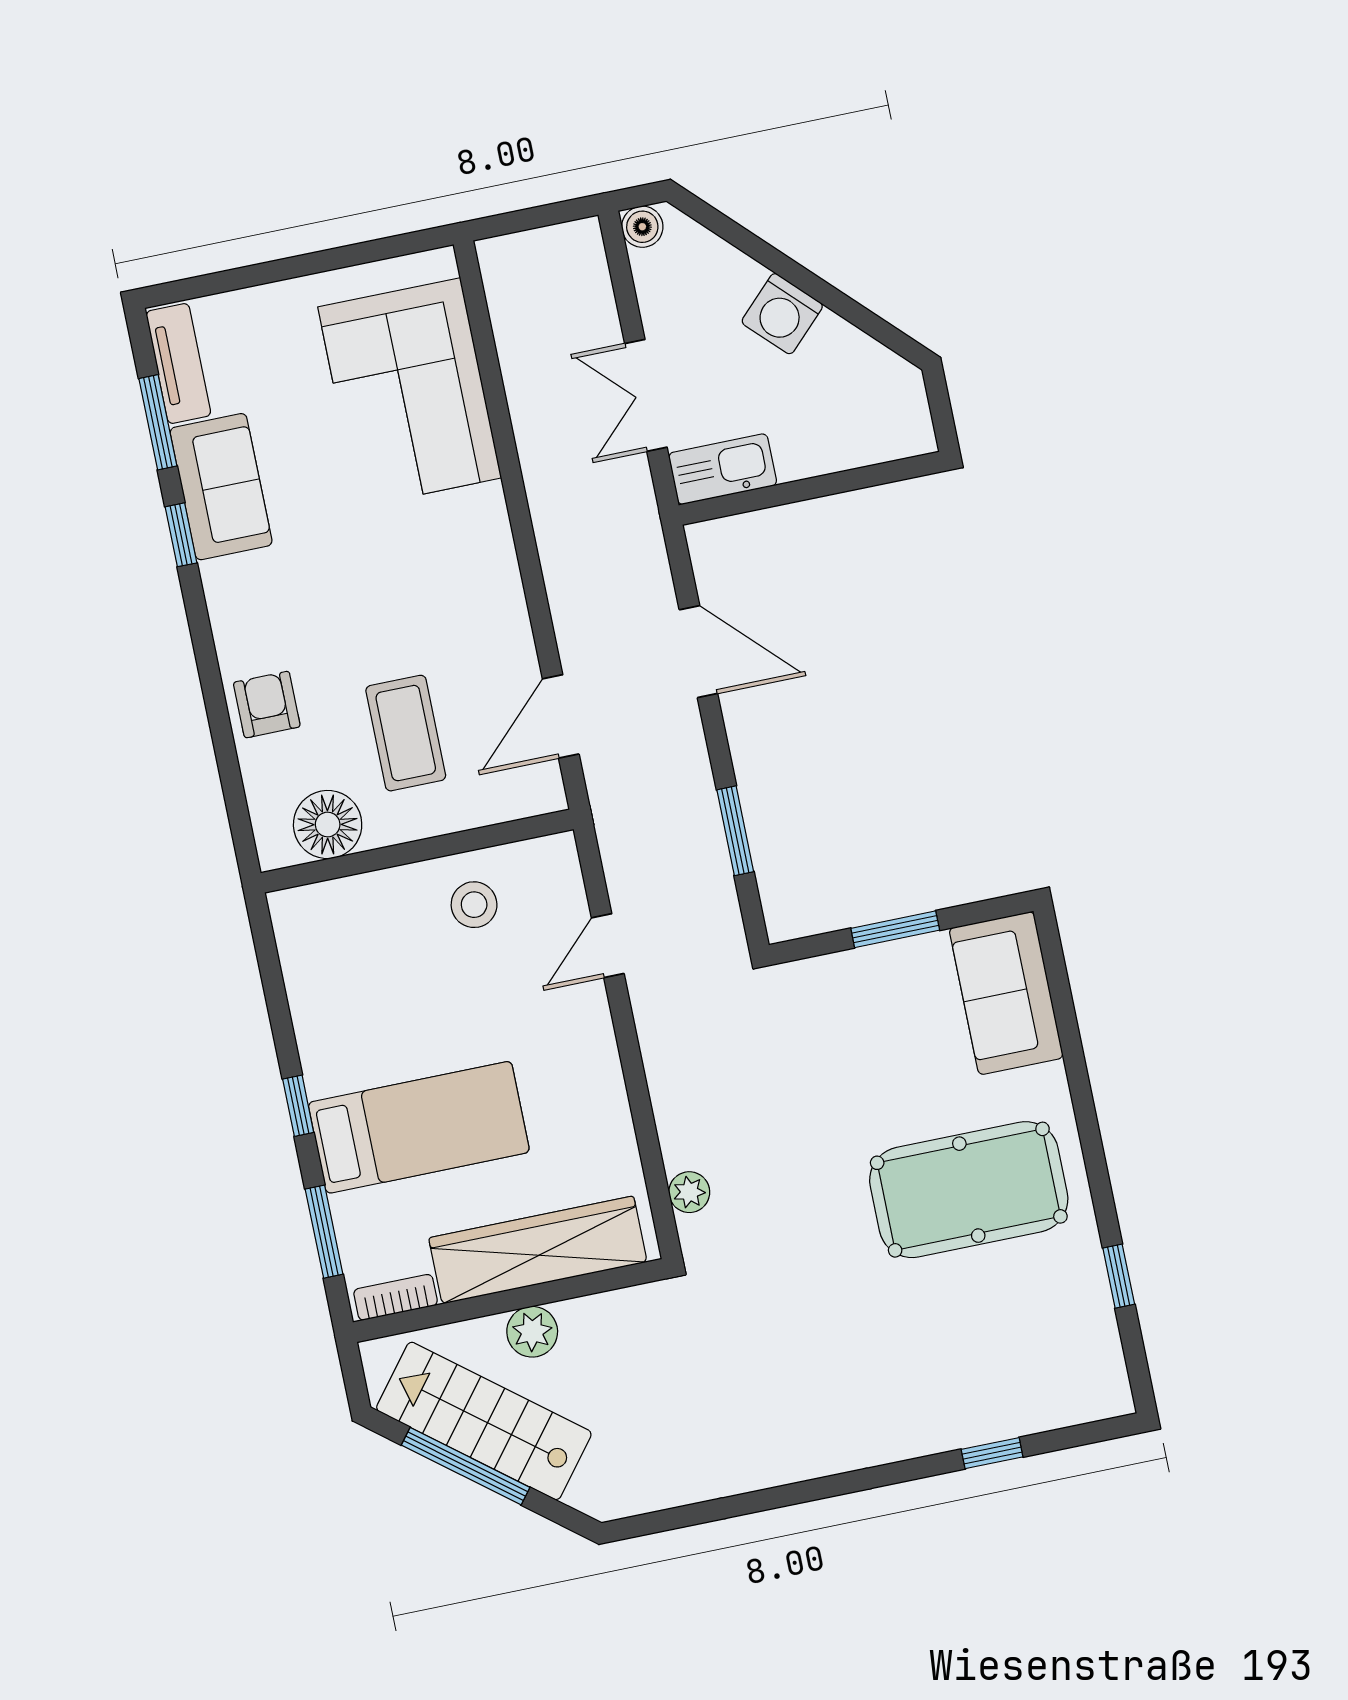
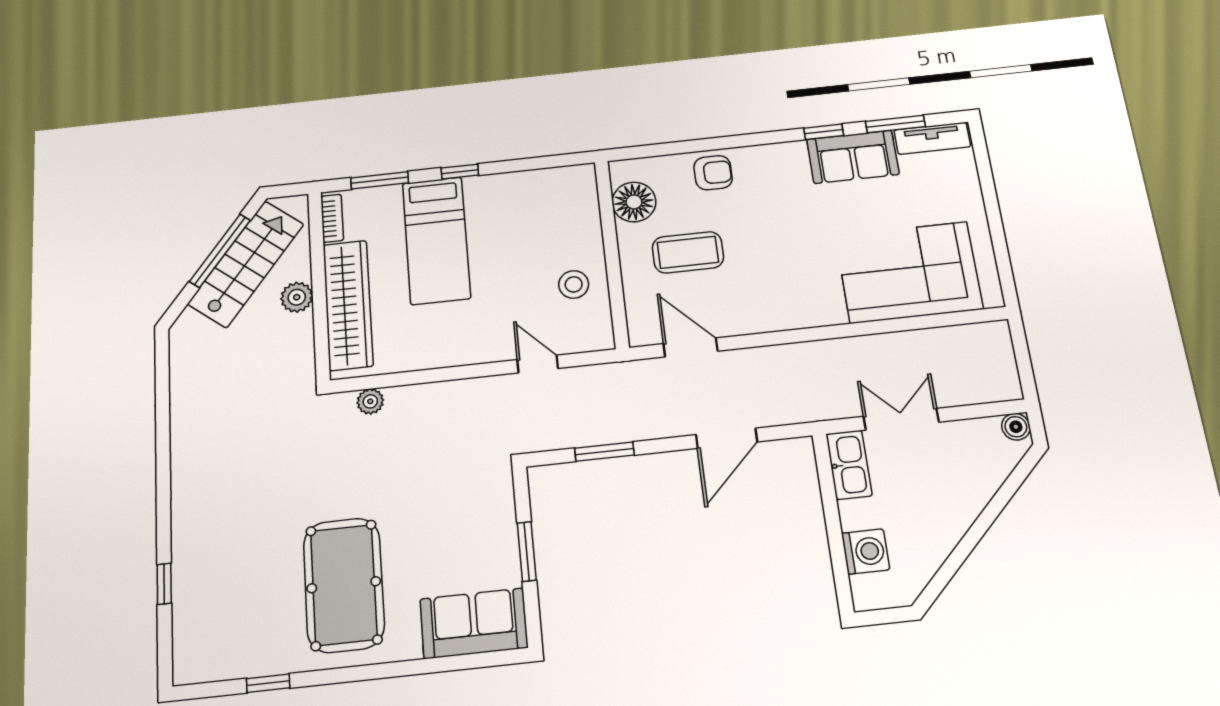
washing machine: (782, 314) -> (866, 551), moved, turned 135

